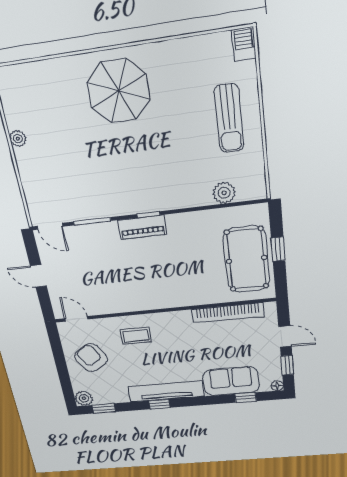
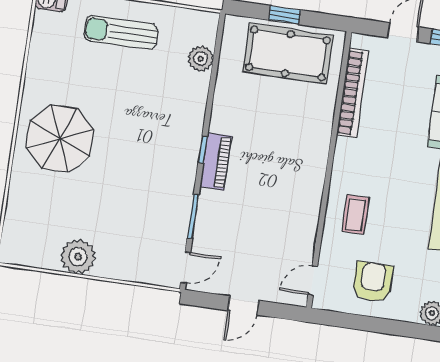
sun lounger: (229, 119) -> (121, 32), turned 180
plant: (18, 139) -> (78, 257), width x1.88, depth x1.88
armchair: (91, 358) -> (373, 282), turned 122

